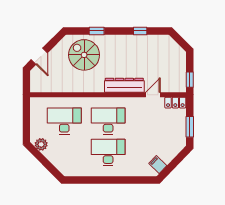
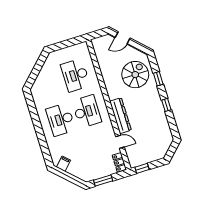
window: (140, 31) -> (166, 105), moved
desk: (64, 121) -> (75, 75), turned 180
plant: (41, 144) -> (50, 62), removed
desk: (108, 152) -> (61, 120), turned 180

